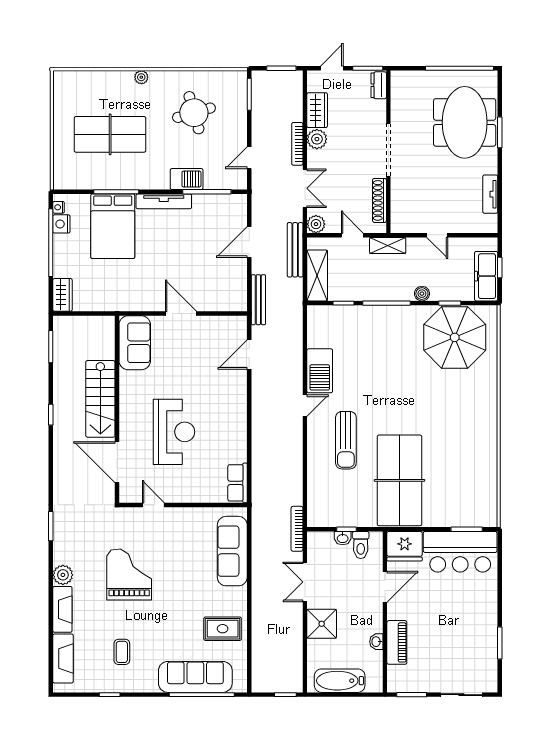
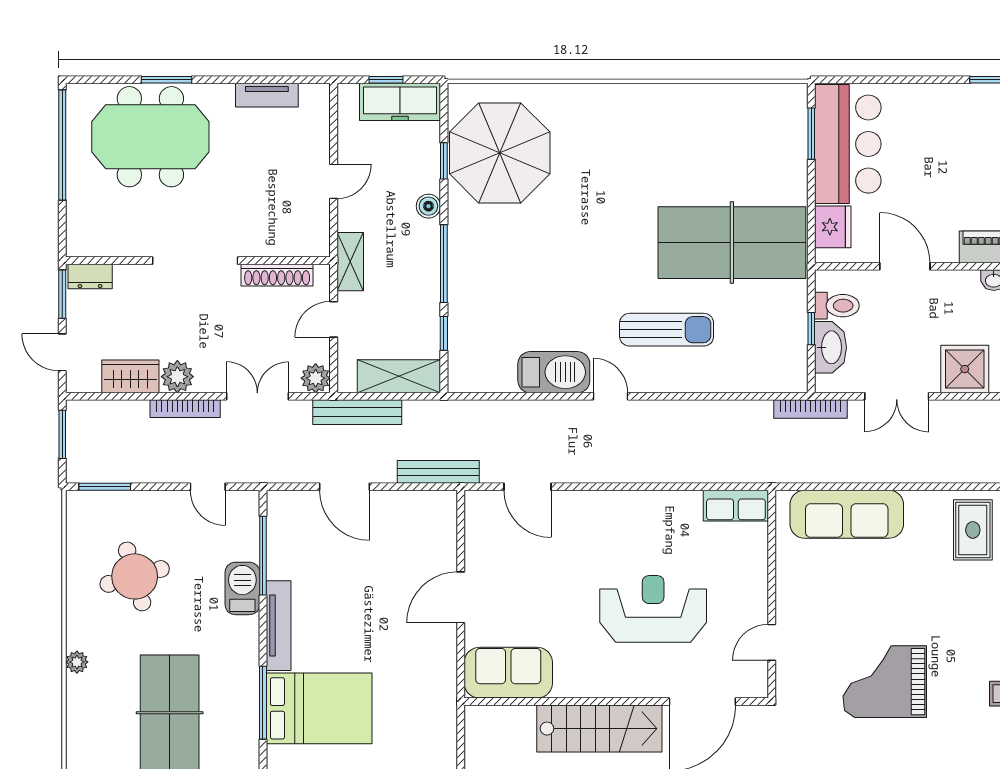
washbasin: (343, 538) -> (831, 347), width x1.91, depth x1.45
fridge: (405, 546) -> (833, 227), width x0.73, depth x0.75

